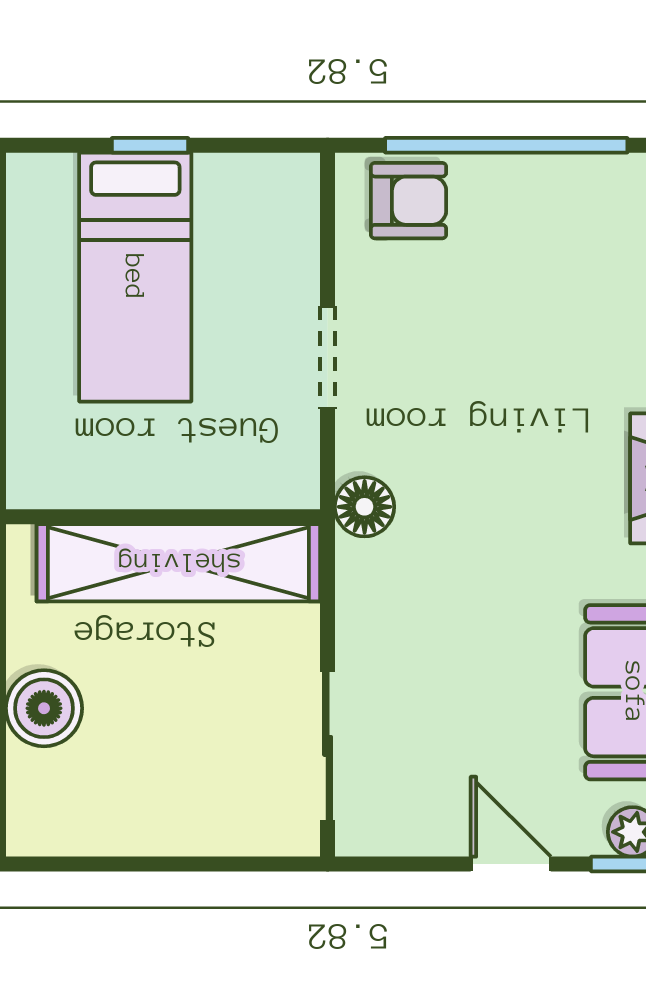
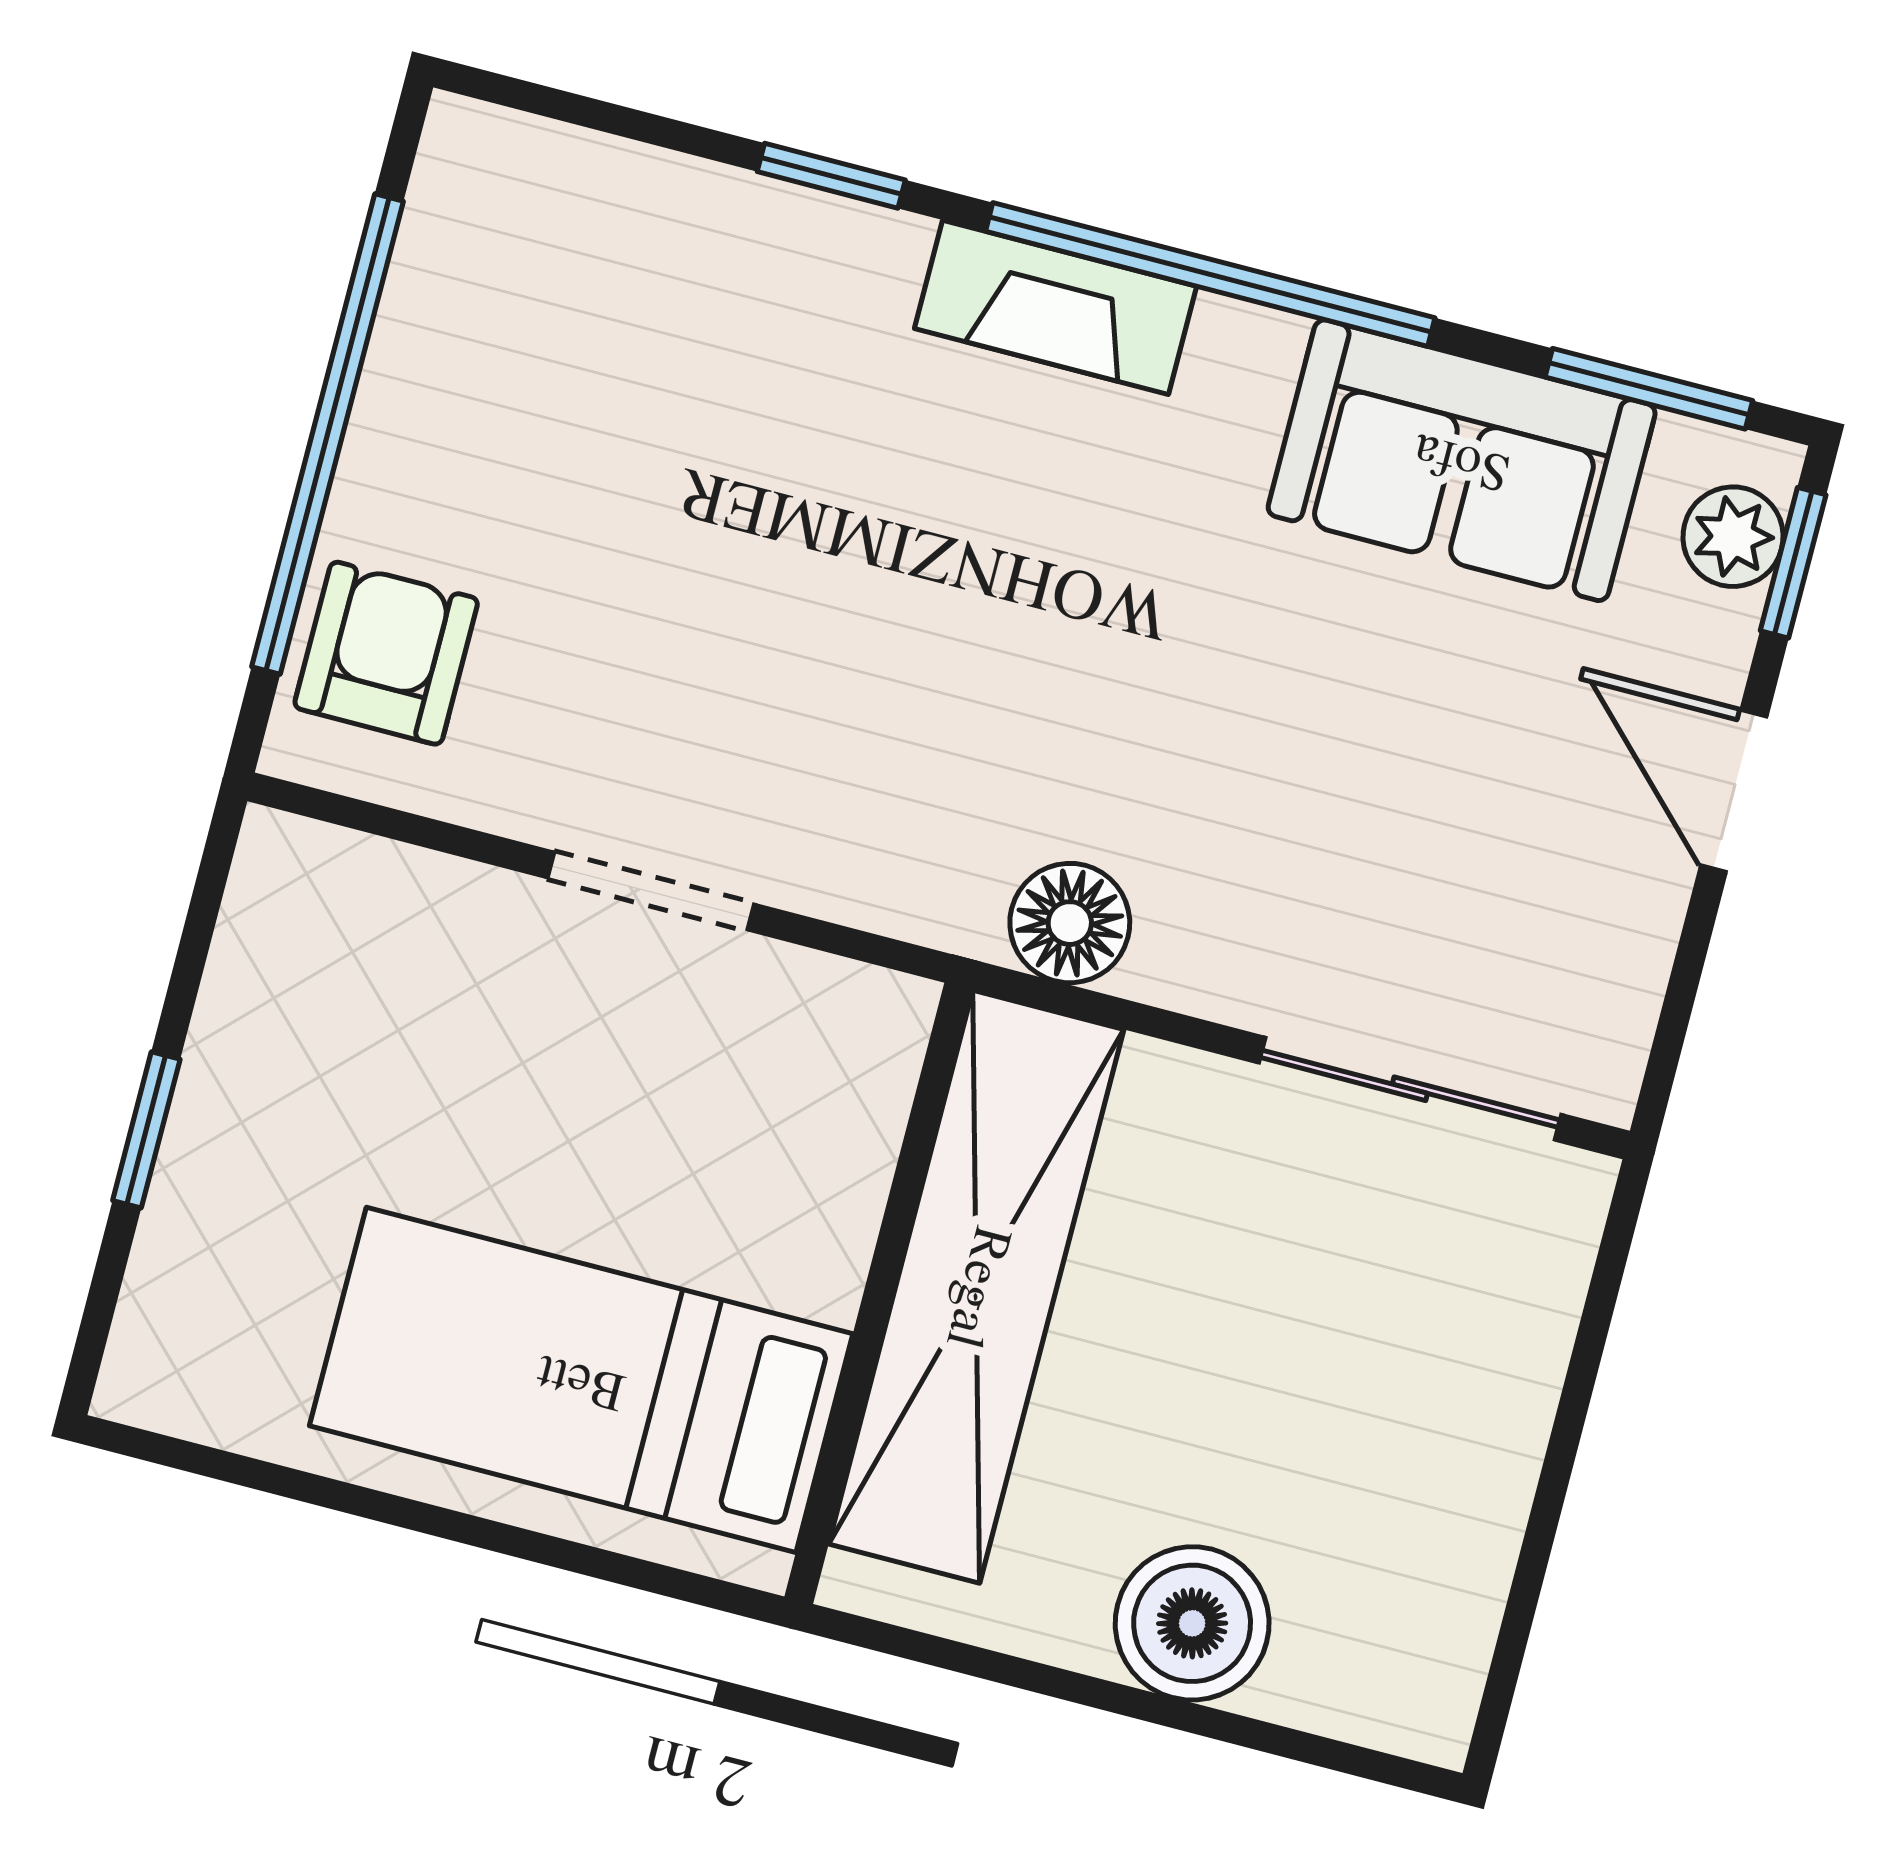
bed: (135, 277) -> (581, 1380), moved, turned 180
floor lamp: (365, 507) -> (1070, 923), moved
door: (511, 864) -> (1734, 791), hinge flipped

